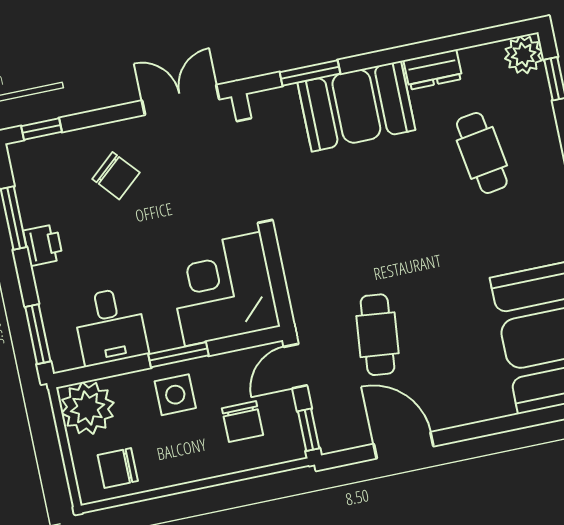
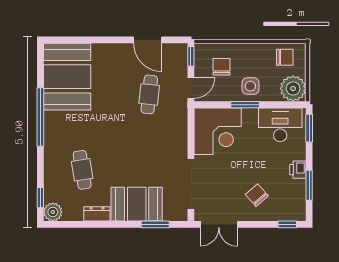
desk: (110, 326) -> (280, 125), width x1.37

